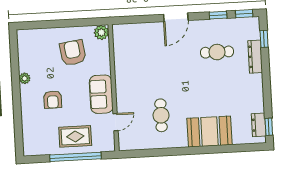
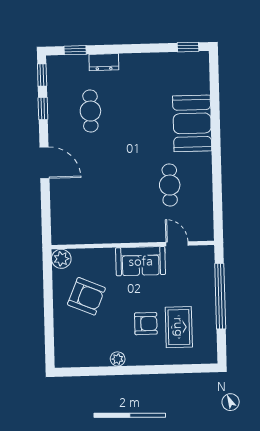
armchair: (73, 53) -> (86, 296), turned -149
dresser: (255, 57) -> (104, 62), width x0.70
cafe table: (161, 115) -> (170, 185), turned 90
dresser: (259, 125) -> (185, 60), removed
rug: (75, 136) -> (179, 327), moved

